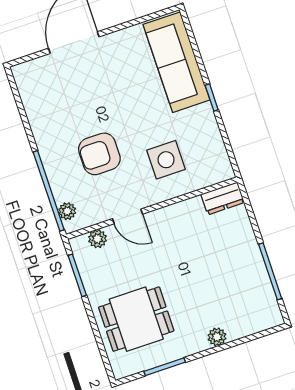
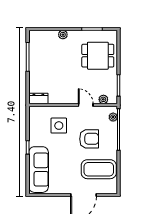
coffee table: (61, 102) -> (99, 169), added

